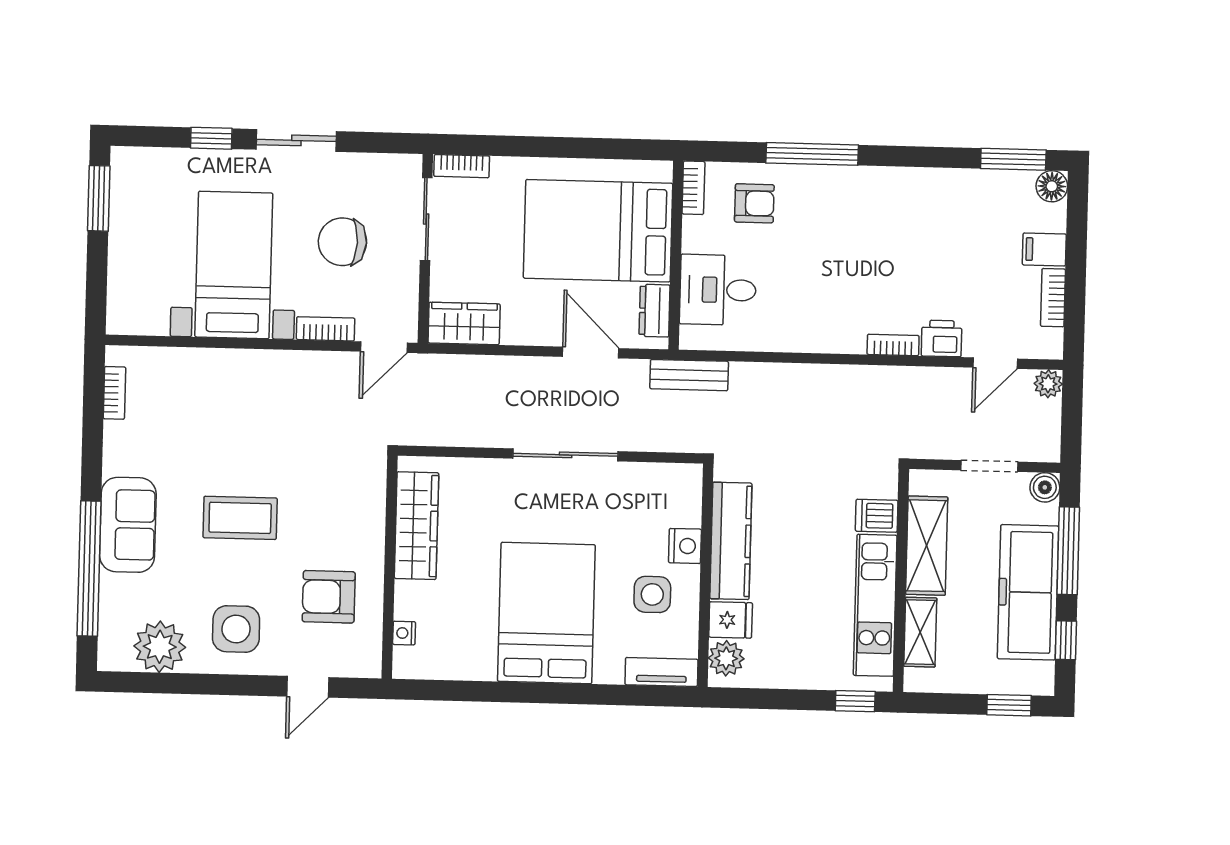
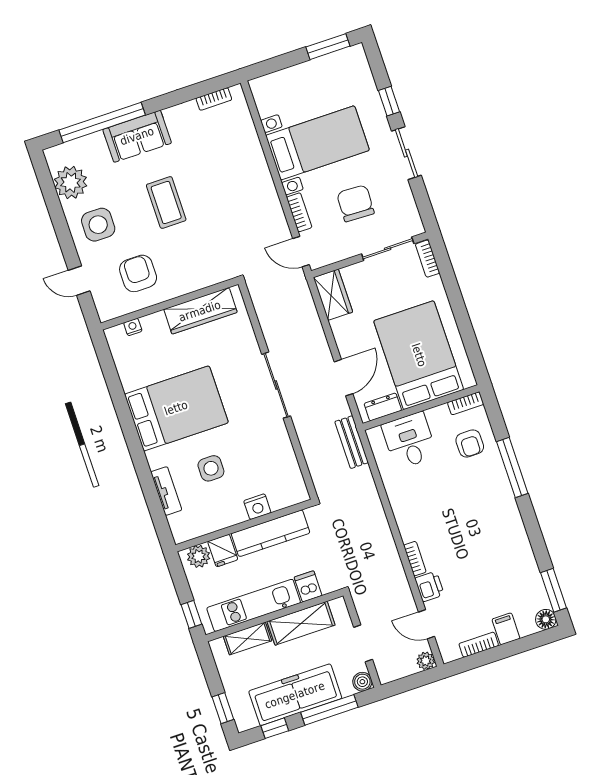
kitchen counter: (731, 541) -> (271, 533), moved
nightstand: (685, 546) -> (257, 507), moved
wall: (705, 575) -> (244, 525), moved
fridge: (731, 620) -> (223, 551), moved
plant: (726, 658) -> (199, 556), moved

